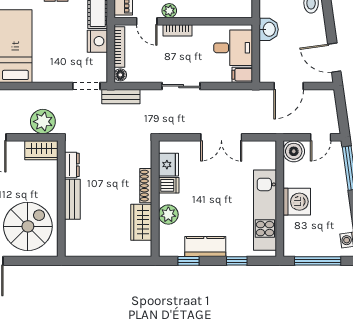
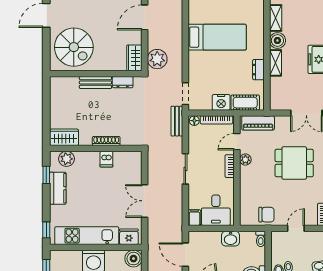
fridge: (168, 165) -> (129, 237), moved, turned 180
plant: (168, 215) -> (66, 159), moved
wardrobe: (141, 222) -> (64, 137), moved
window: (237, 261) -> (46, 230), moved

